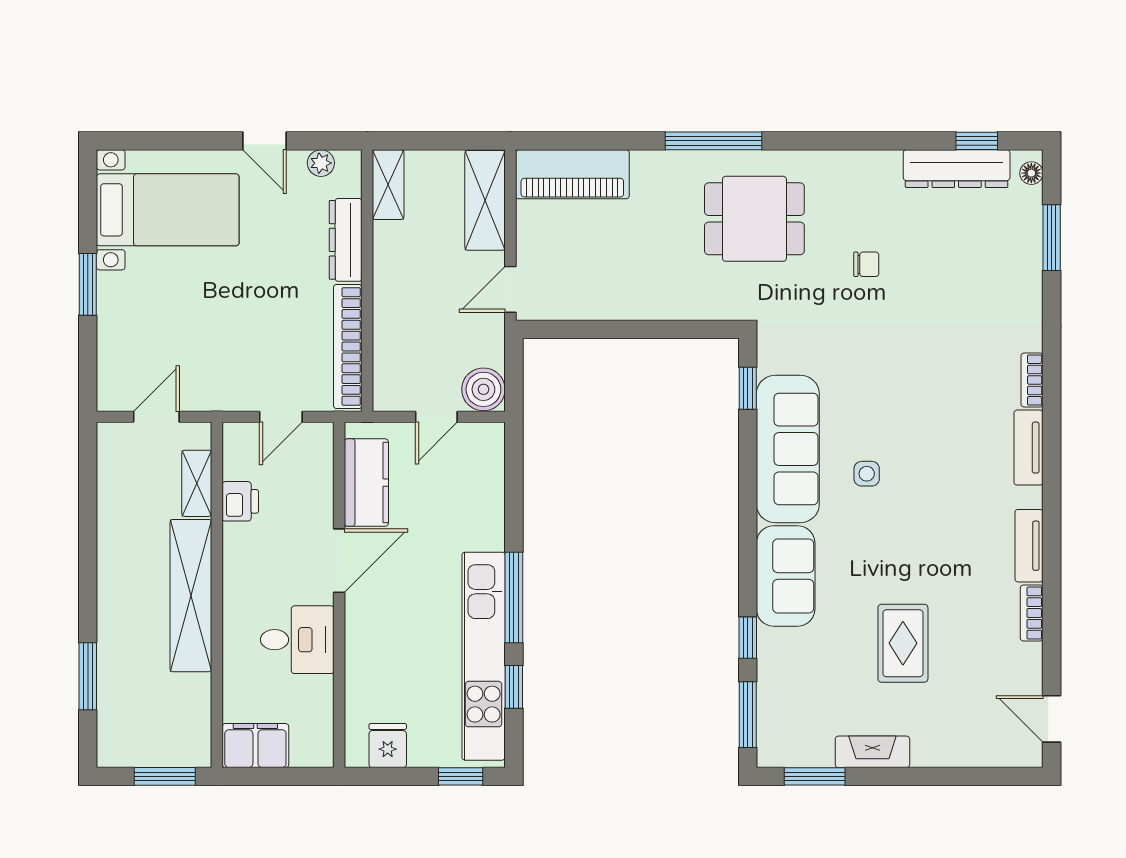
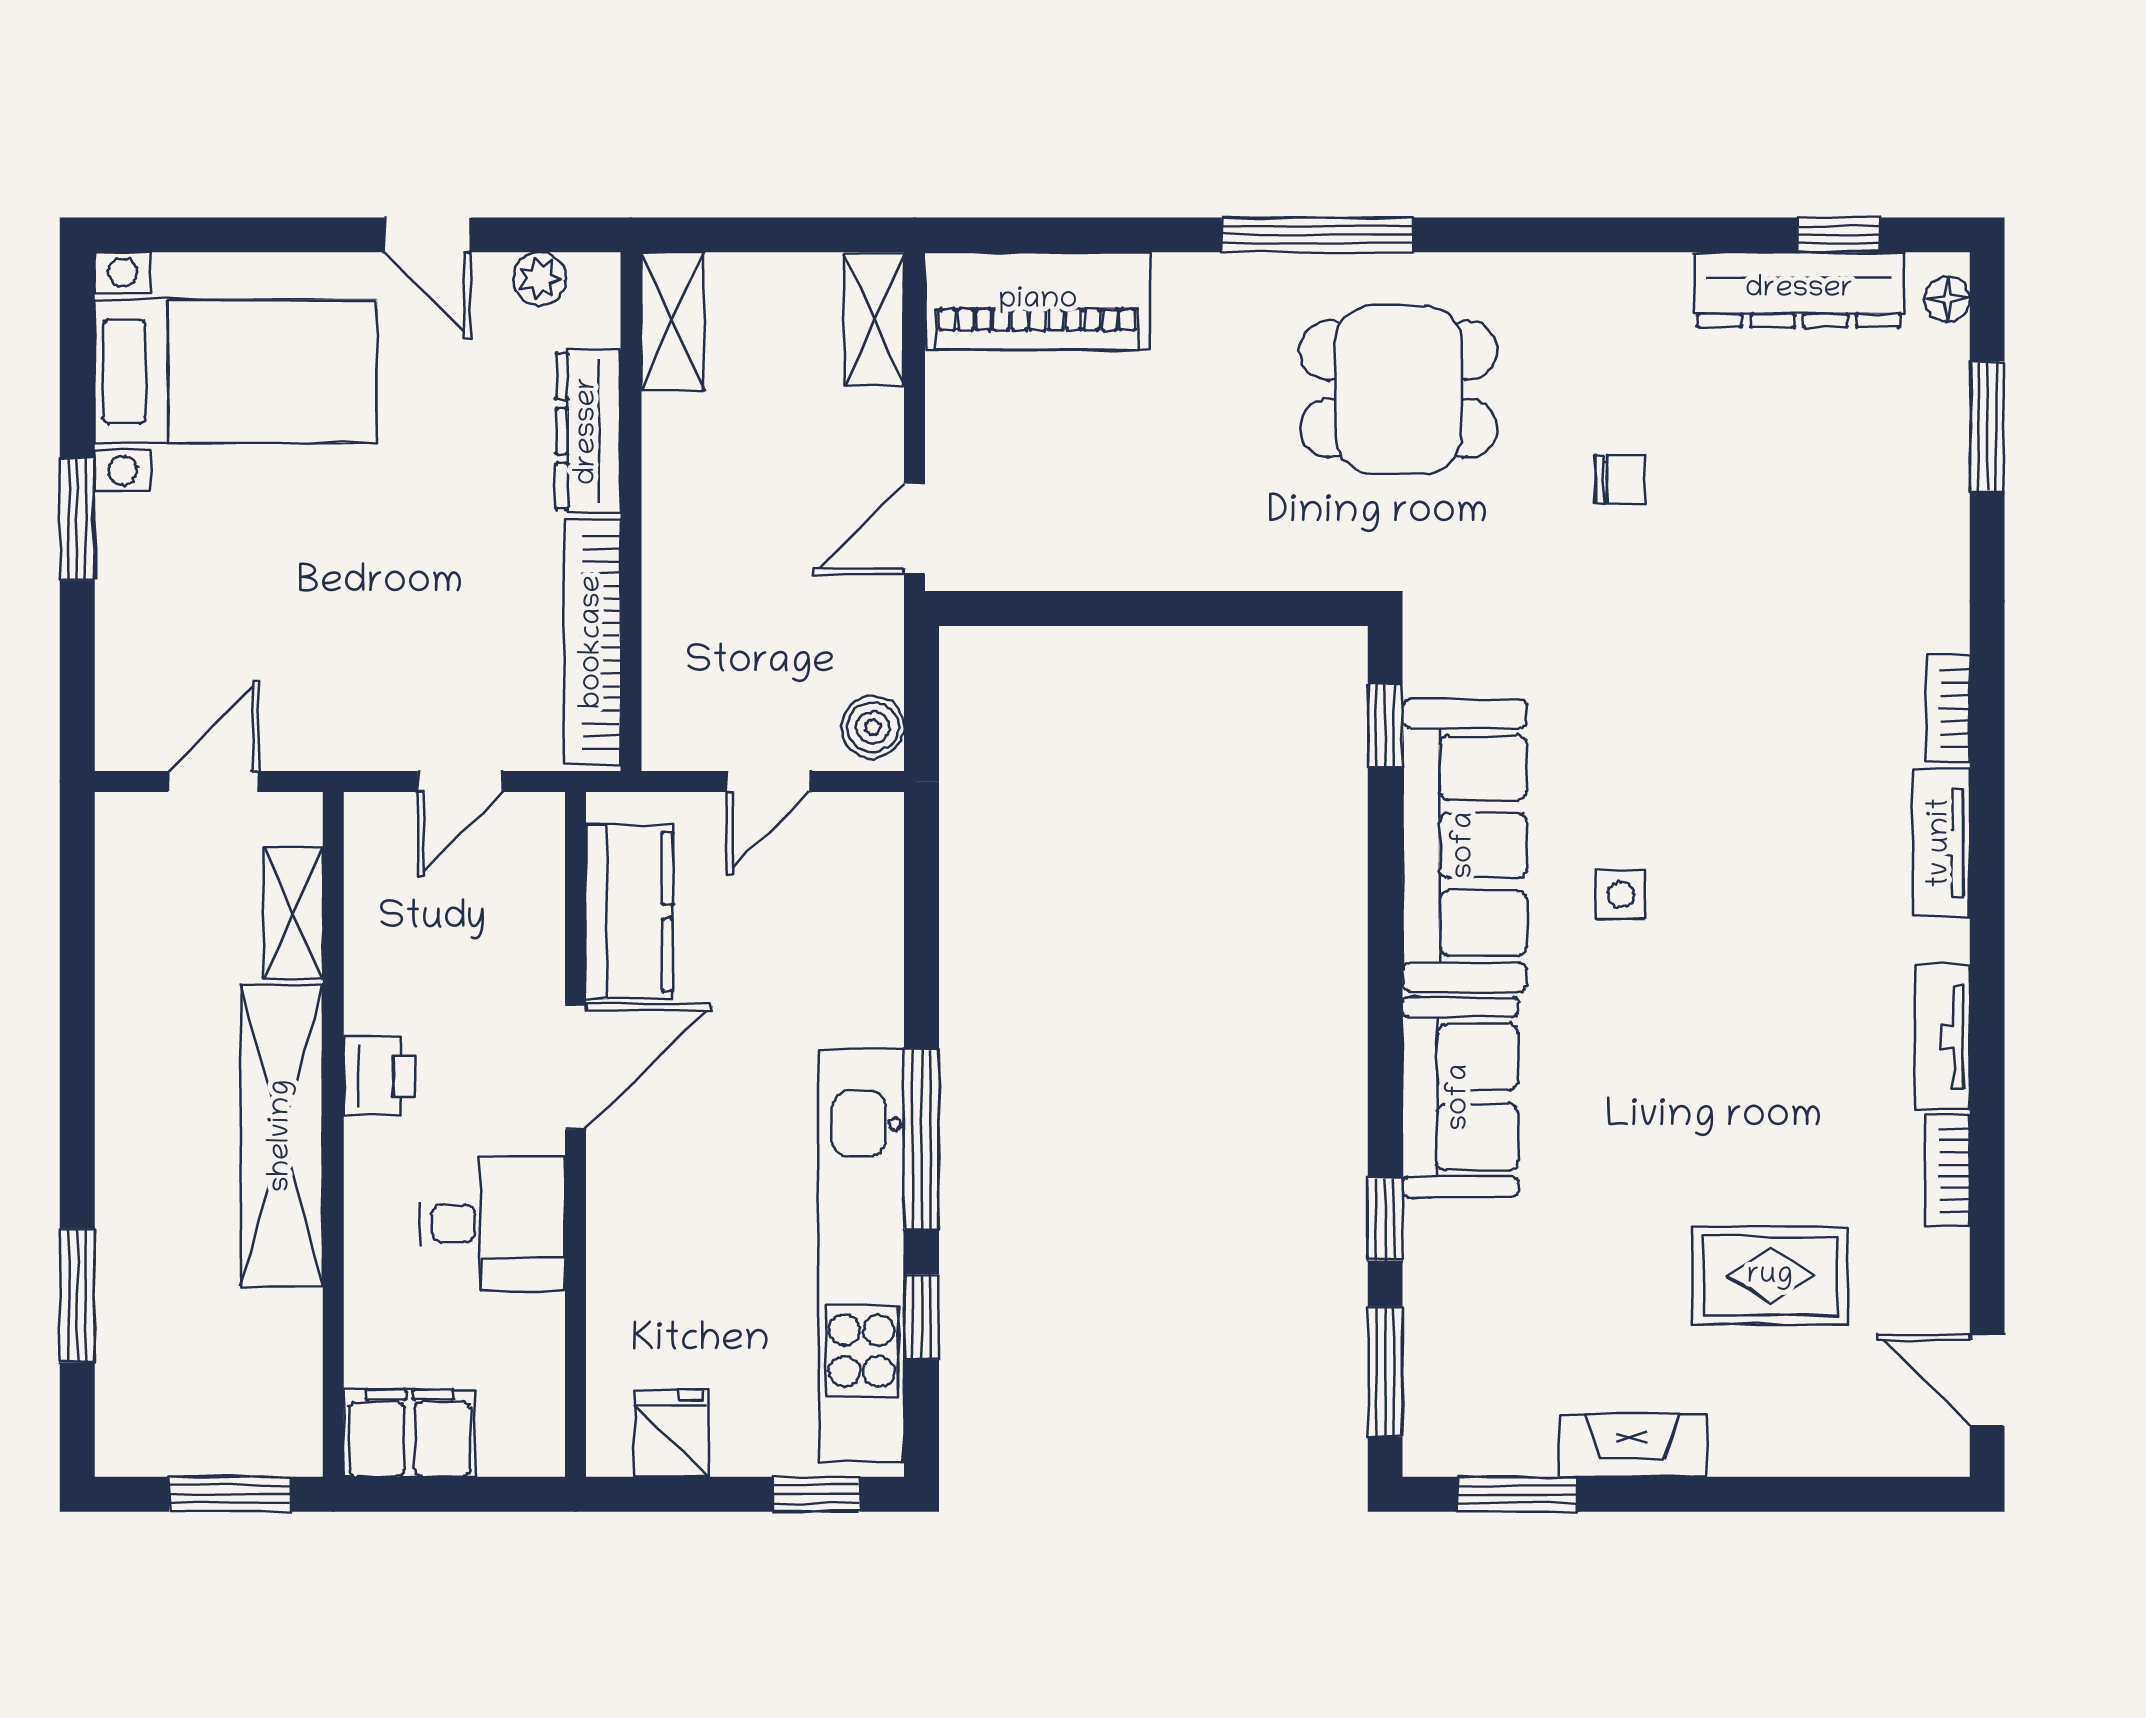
shelving: (485, 200) -> (874, 320), width x0.67, depth x0.75
boiler: (483, 389) -> (873, 727), width x0.73, depth x0.73
printer: (240, 501) -> (380, 1076), moved
rug: (903, 643) -> (1770, 1276), moved, turned 90

